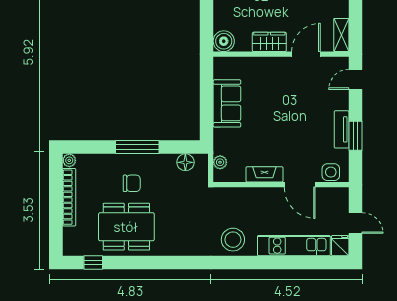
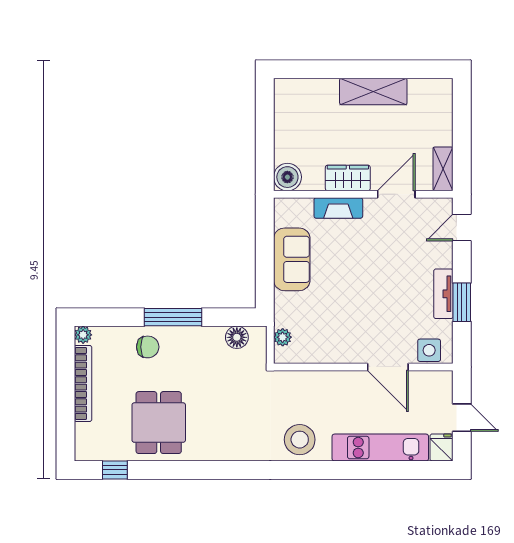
fireplace: (264, 174) -> (338, 208), moved, turned 180
chair: (132, 183) -> (148, 347), moved
dining table: (126, 227) -> (159, 423), width x0.73

